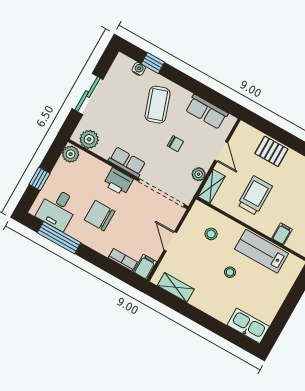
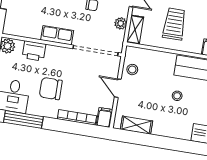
plant: (89, 139) -> (18, 28), removed
printer: (118, 182) -> (34, 51), moved
stool: (211, 234) -> (132, 70), moved
bookcase: (123, 260) -> (77, 117), width x1.56

